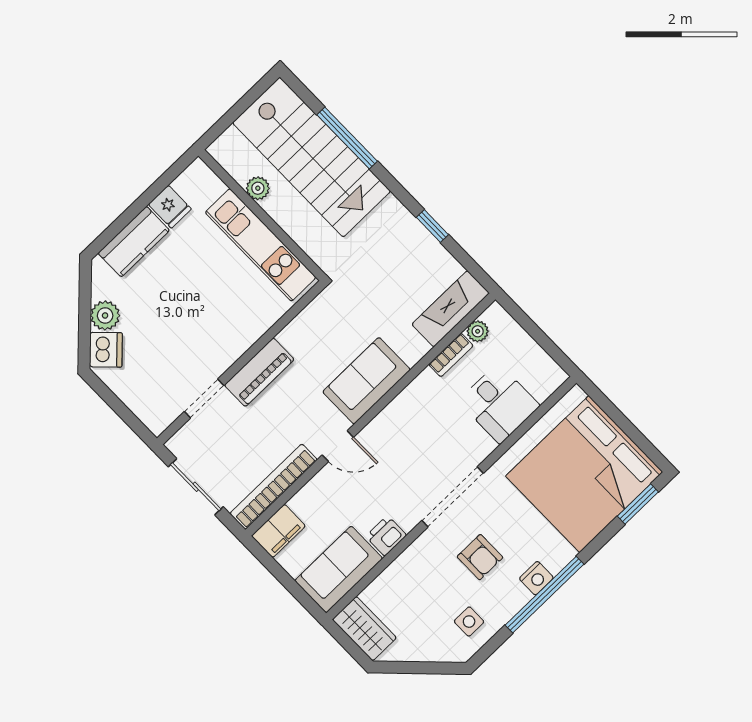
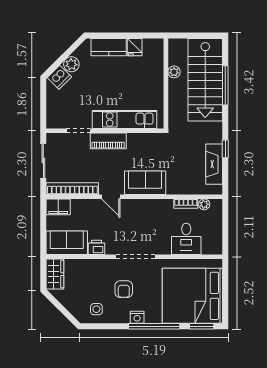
kitchen unit: (261, 245) -> (125, 120), moved, turned 90
fireplace: (451, 309) -> (214, 164), moved, turned -90
window: (544, 595) -> (154, 326), moved

